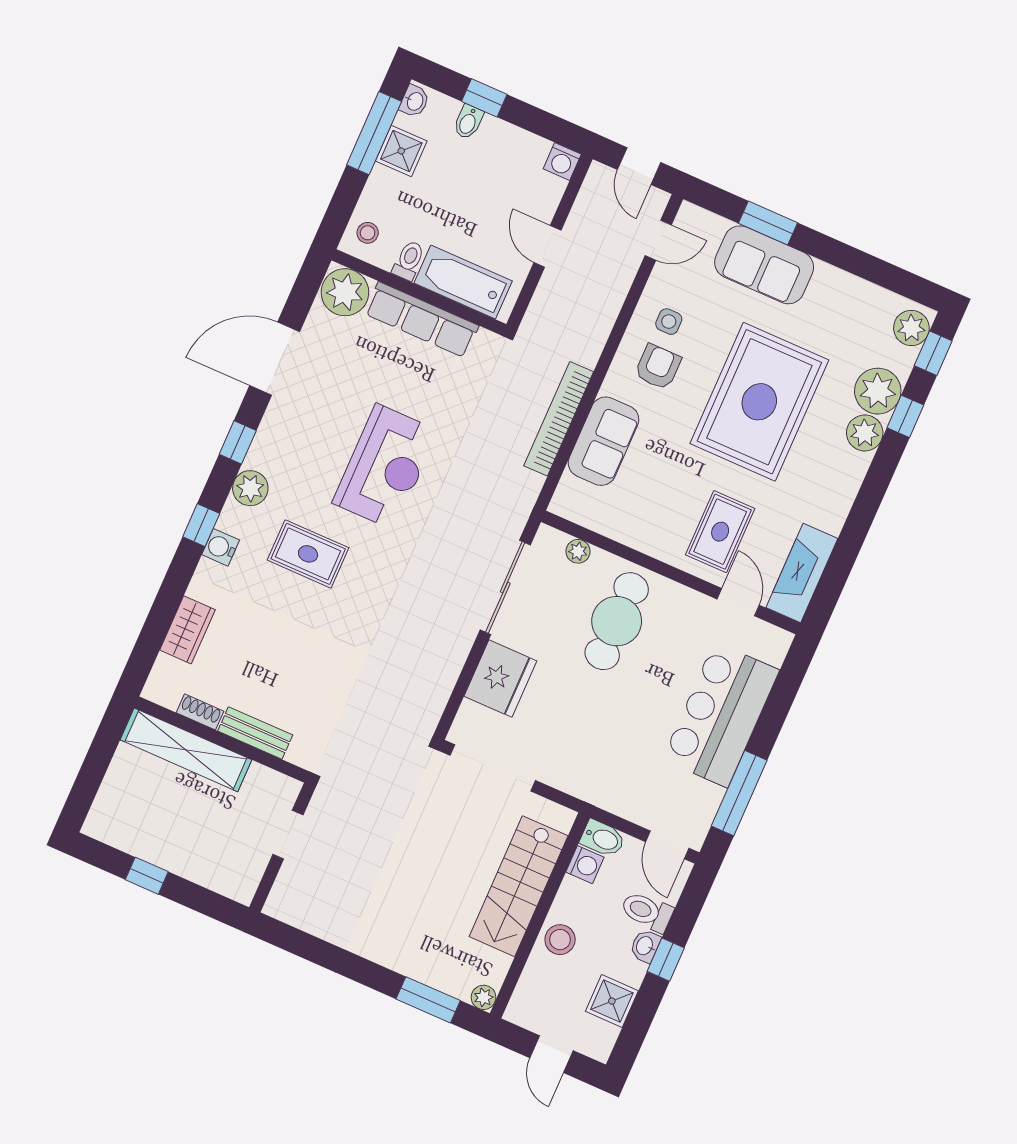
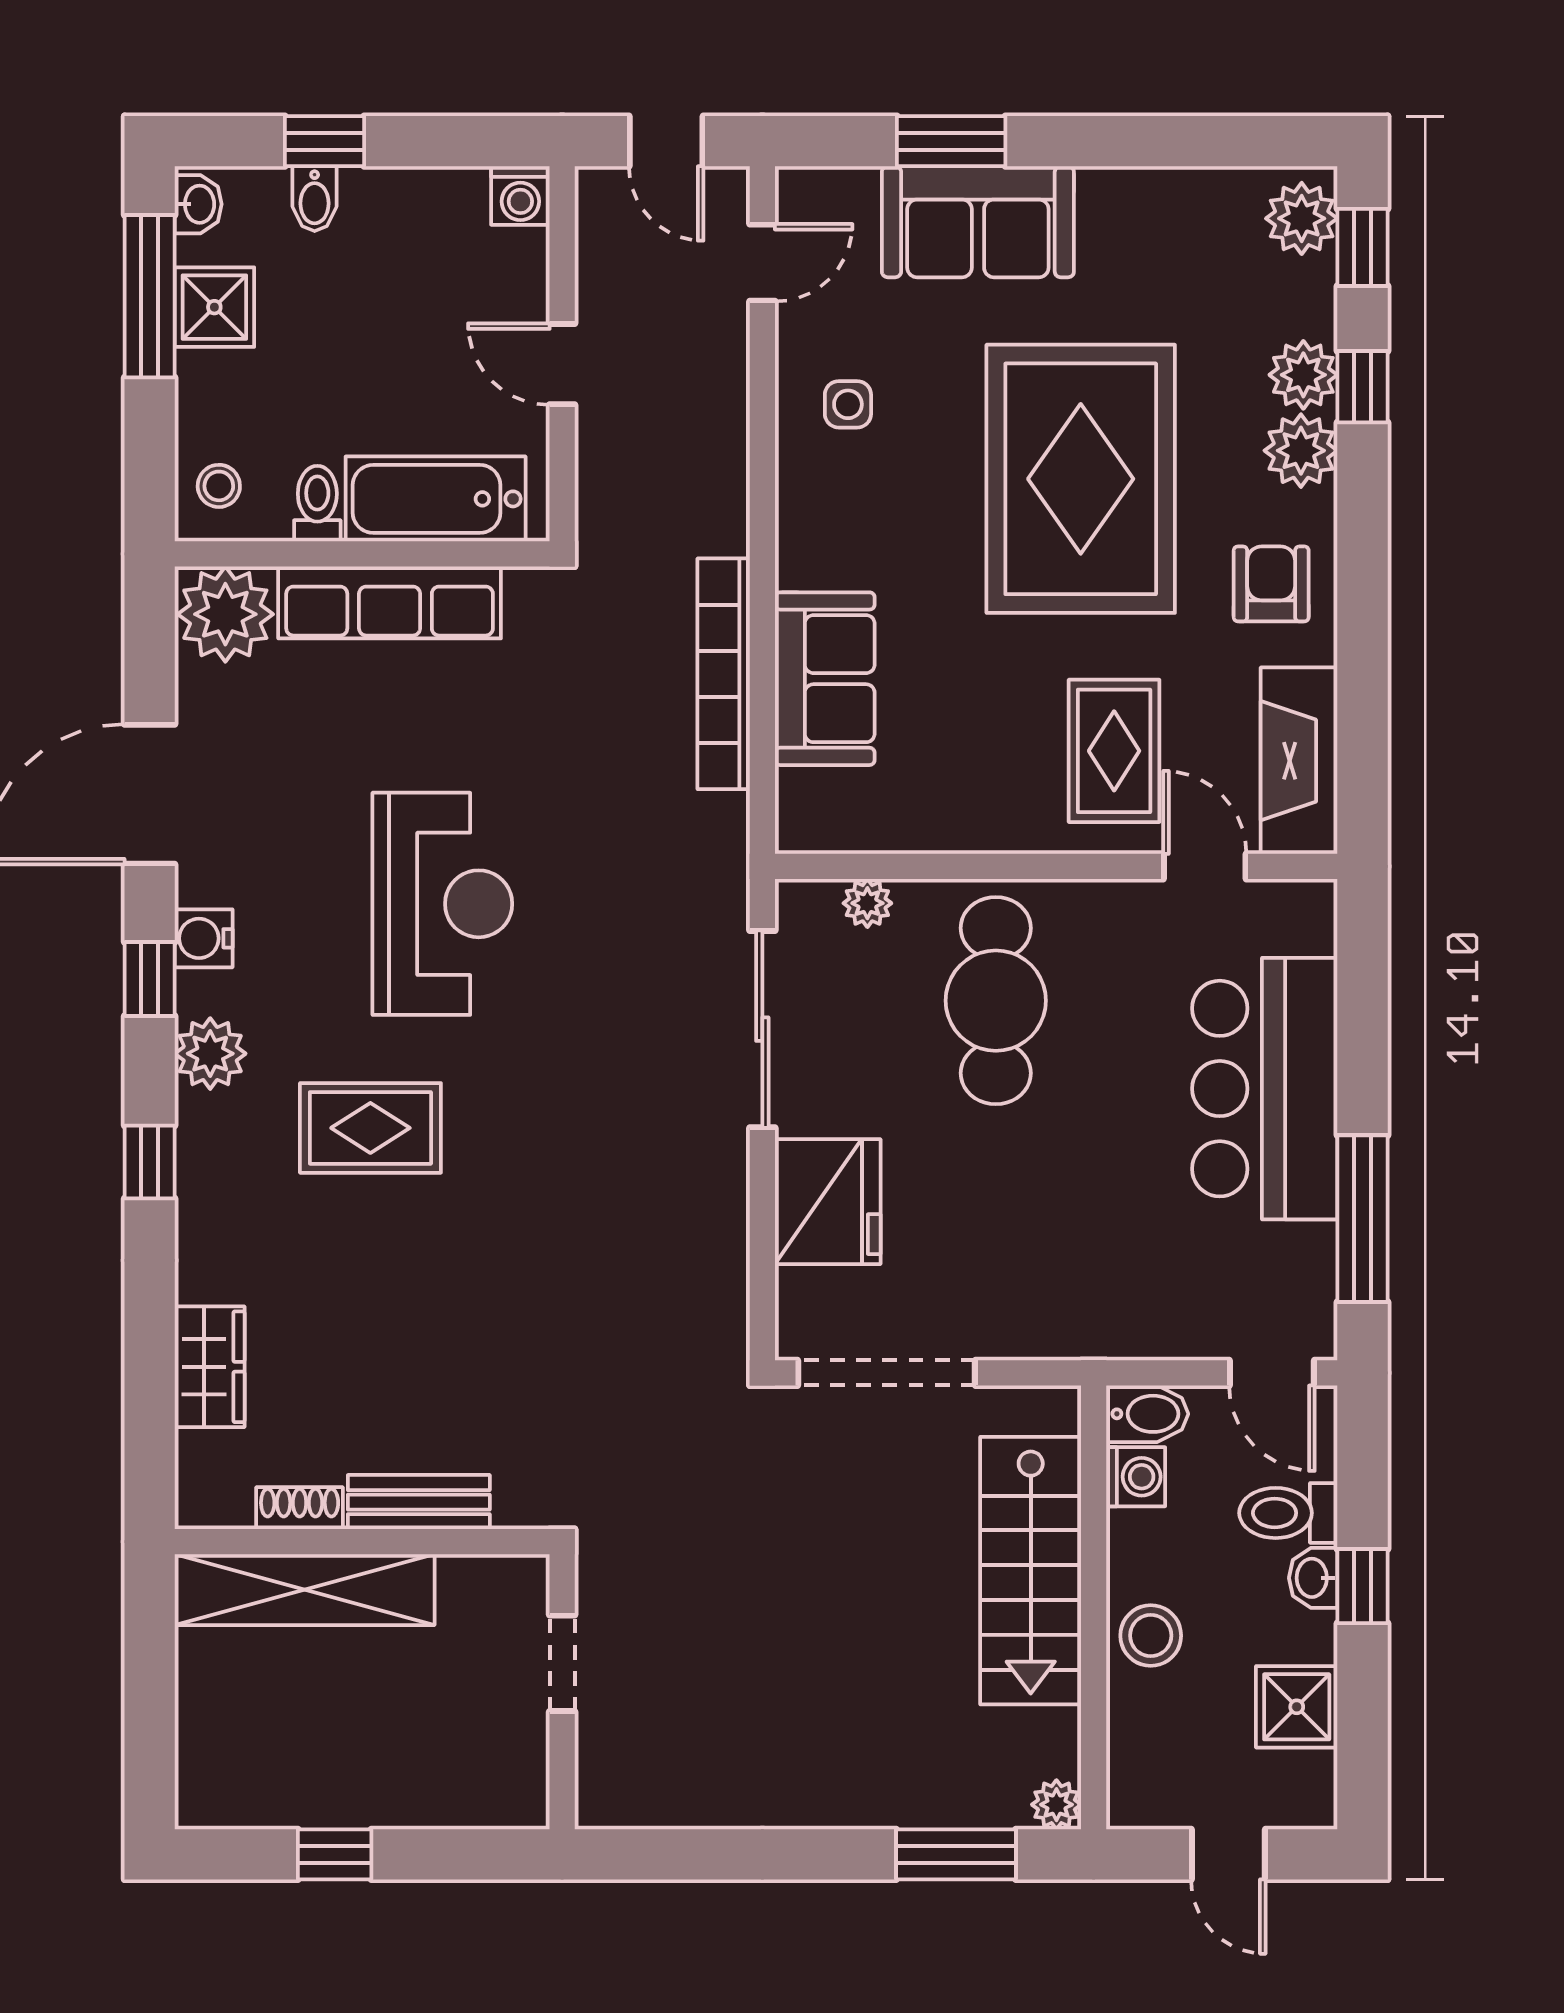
armchair: (658, 367) -> (1271, 584), moved
plant: (878, 391) -> (1303, 375), width x0.73, depth x0.73
water cooler: (221, 547) -> (204, 938), moved

